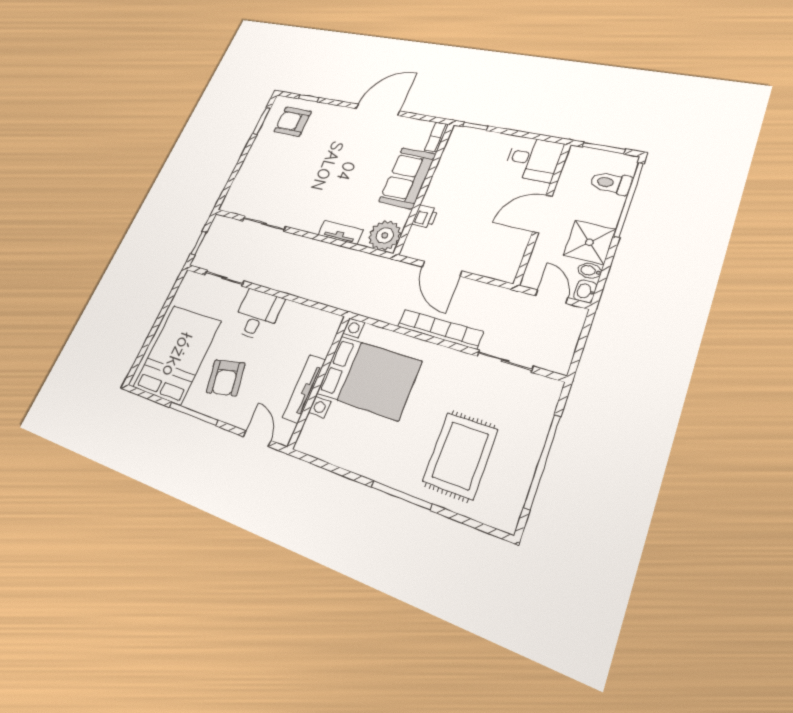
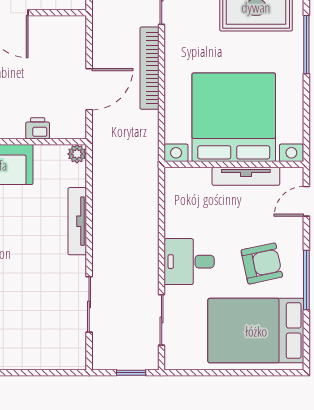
tv unit: (341, 232) -> (77, 221), width x1.41
plant: (385, 235) -> (77, 154), width x0.53, depth x0.53
bed with nightstands: (369, 377) -> (234, 117), width x1.36

